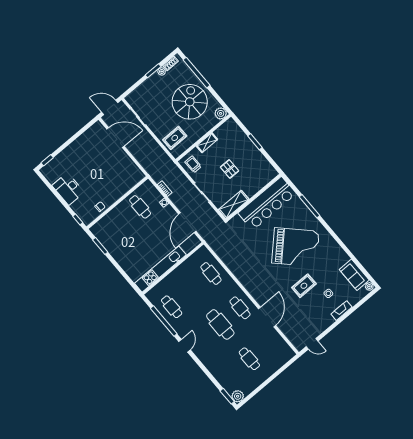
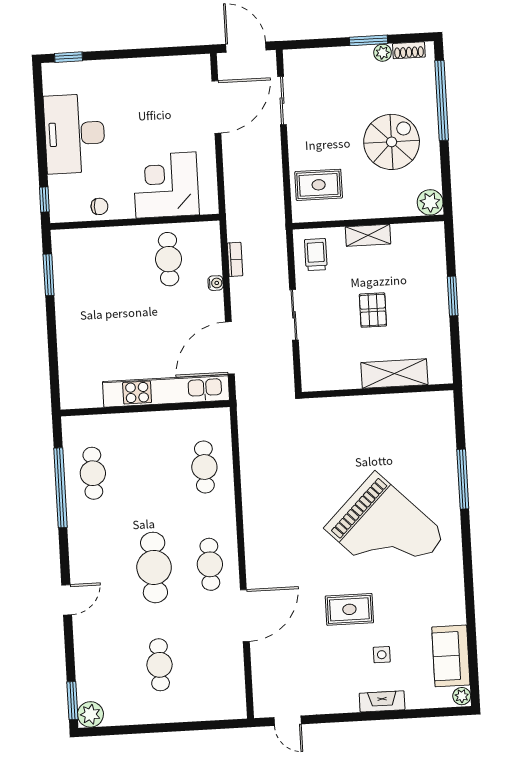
spiral stairs: (190, 102) -> (392, 142), width x0.73, depth x0.73
door: (115, 138) -> (216, 107), hinge flipped
corner desk: (119, 180) -> (166, 185), added
desk: (68, 189) -> (74, 134), width x1.36, depth x1.30
bar counter: (267, 203) -> (393, 419), removed
shelving: (234, 204) -> (394, 374), moved
kitchen unit: (160, 269) -> (166, 391), moved
door: (184, 346) -> (67, 600), moved

